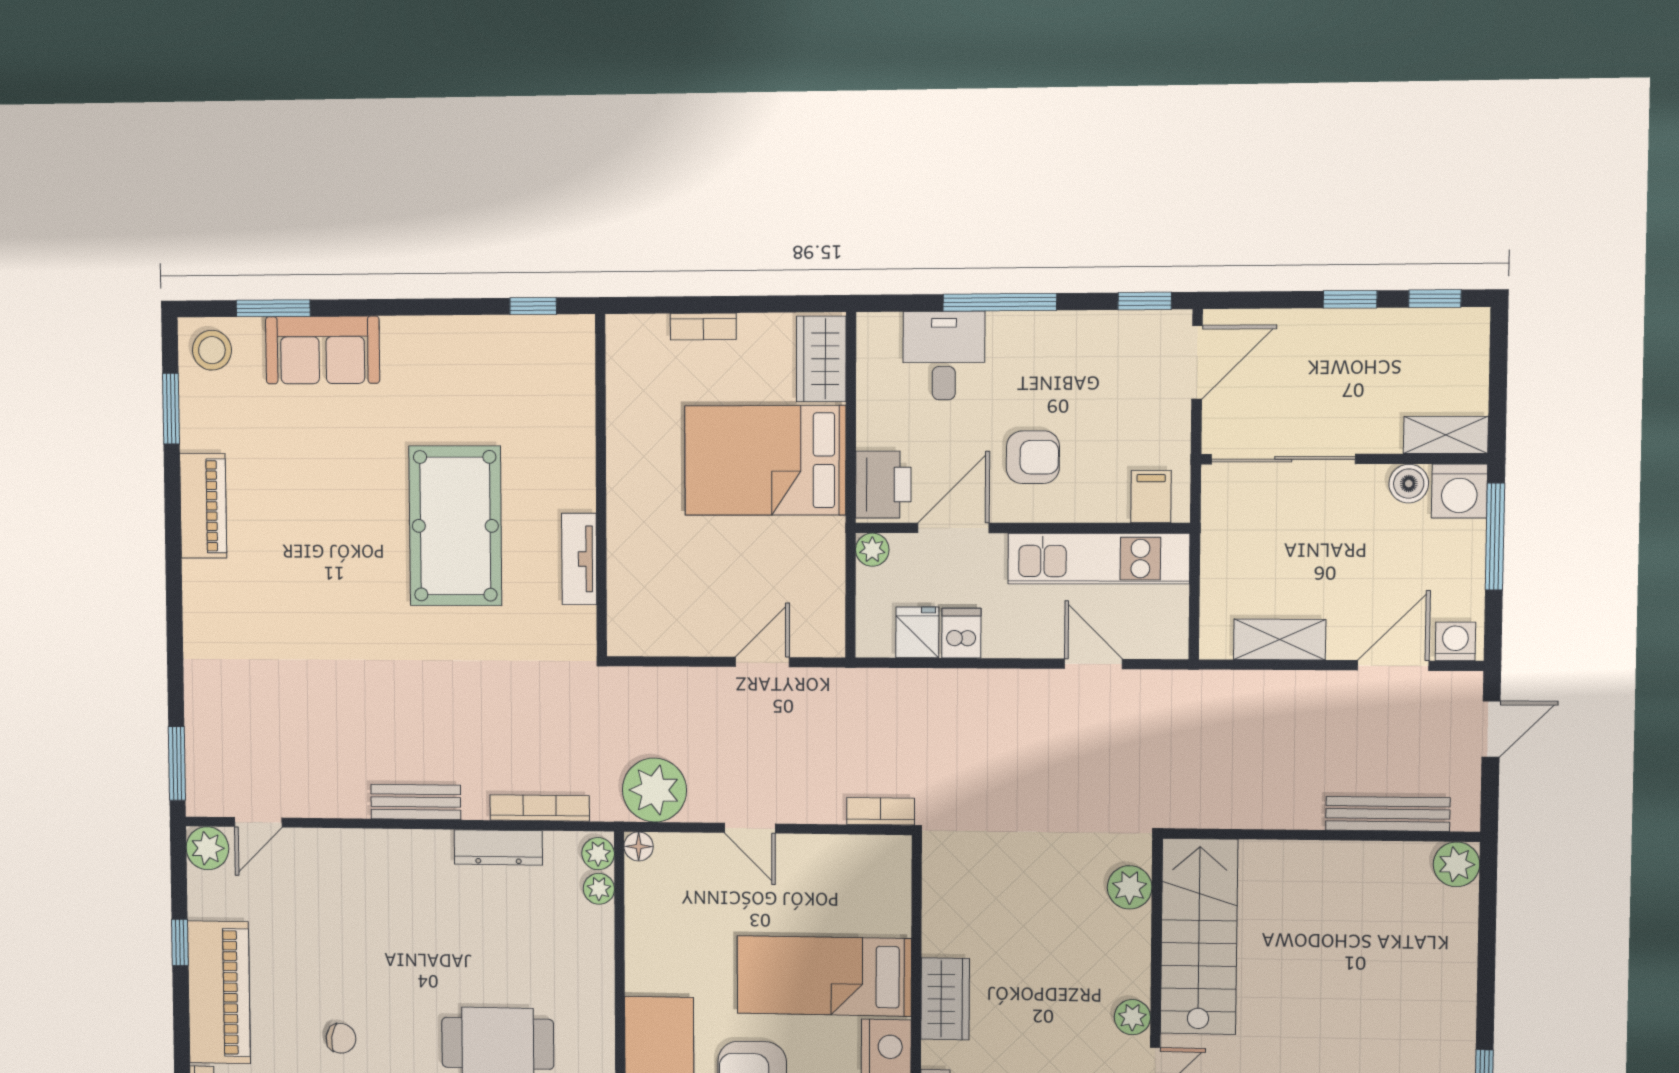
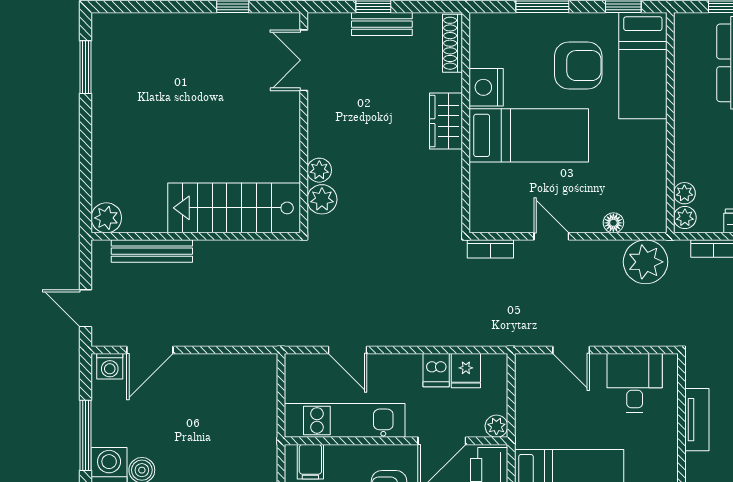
desk: (670, 613) -> (635, 383), added
shelving: (1280, 639) -> (225, 367), removed
door: (762, 662) -> (571, 350), hinge flipped
door: (1491, 729) -> (86, 308), hinge flipped
door: (750, 828) -> (551, 236), moved
floor lamp: (639, 846) -> (613, 223), moved
stairs: (1199, 937) -> (234, 208), moved, turned 90
plant: (1132, 1017) -> (319, 170), moved

